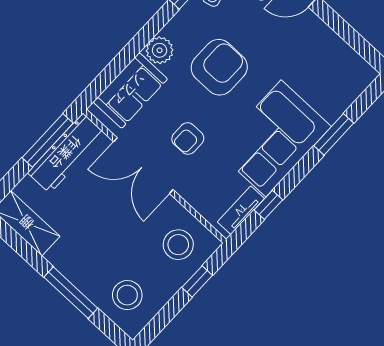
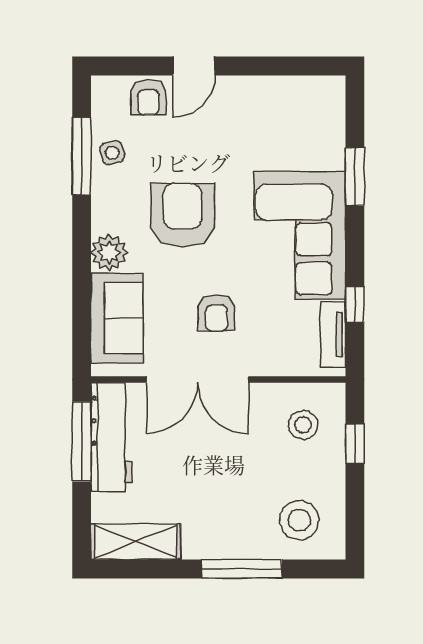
stool: (178, 245) -> (303, 425), width x0.73, depth x0.73

